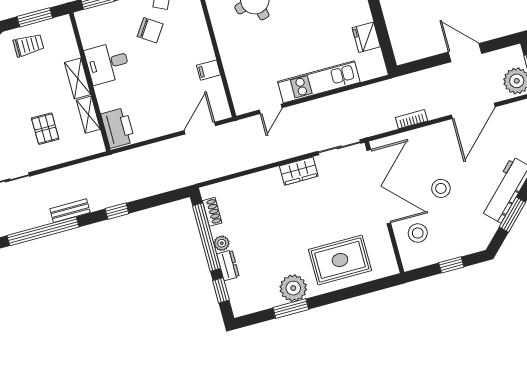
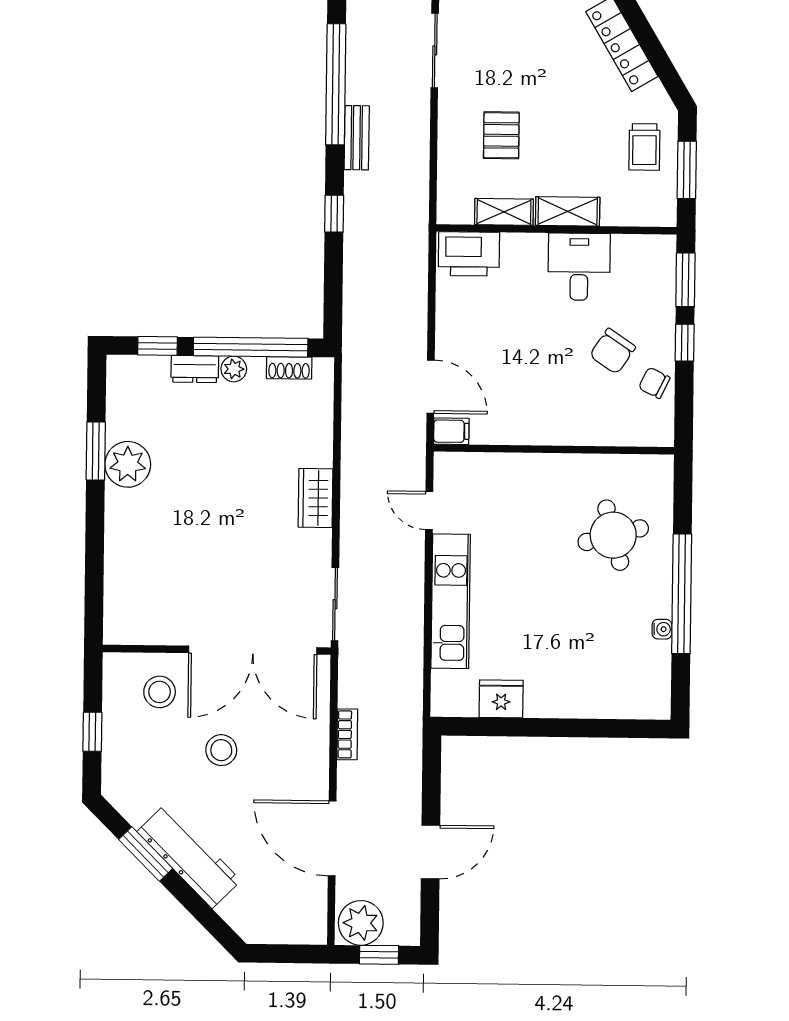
filing cabinet: (209, 70) -> (451, 431), moved, turned 90
pallet: (45, 129) -> (501, 135), turned 90
wardrobe: (299, 171) -> (316, 498), moved
rug: (340, 260) -> (152, 553), removed

